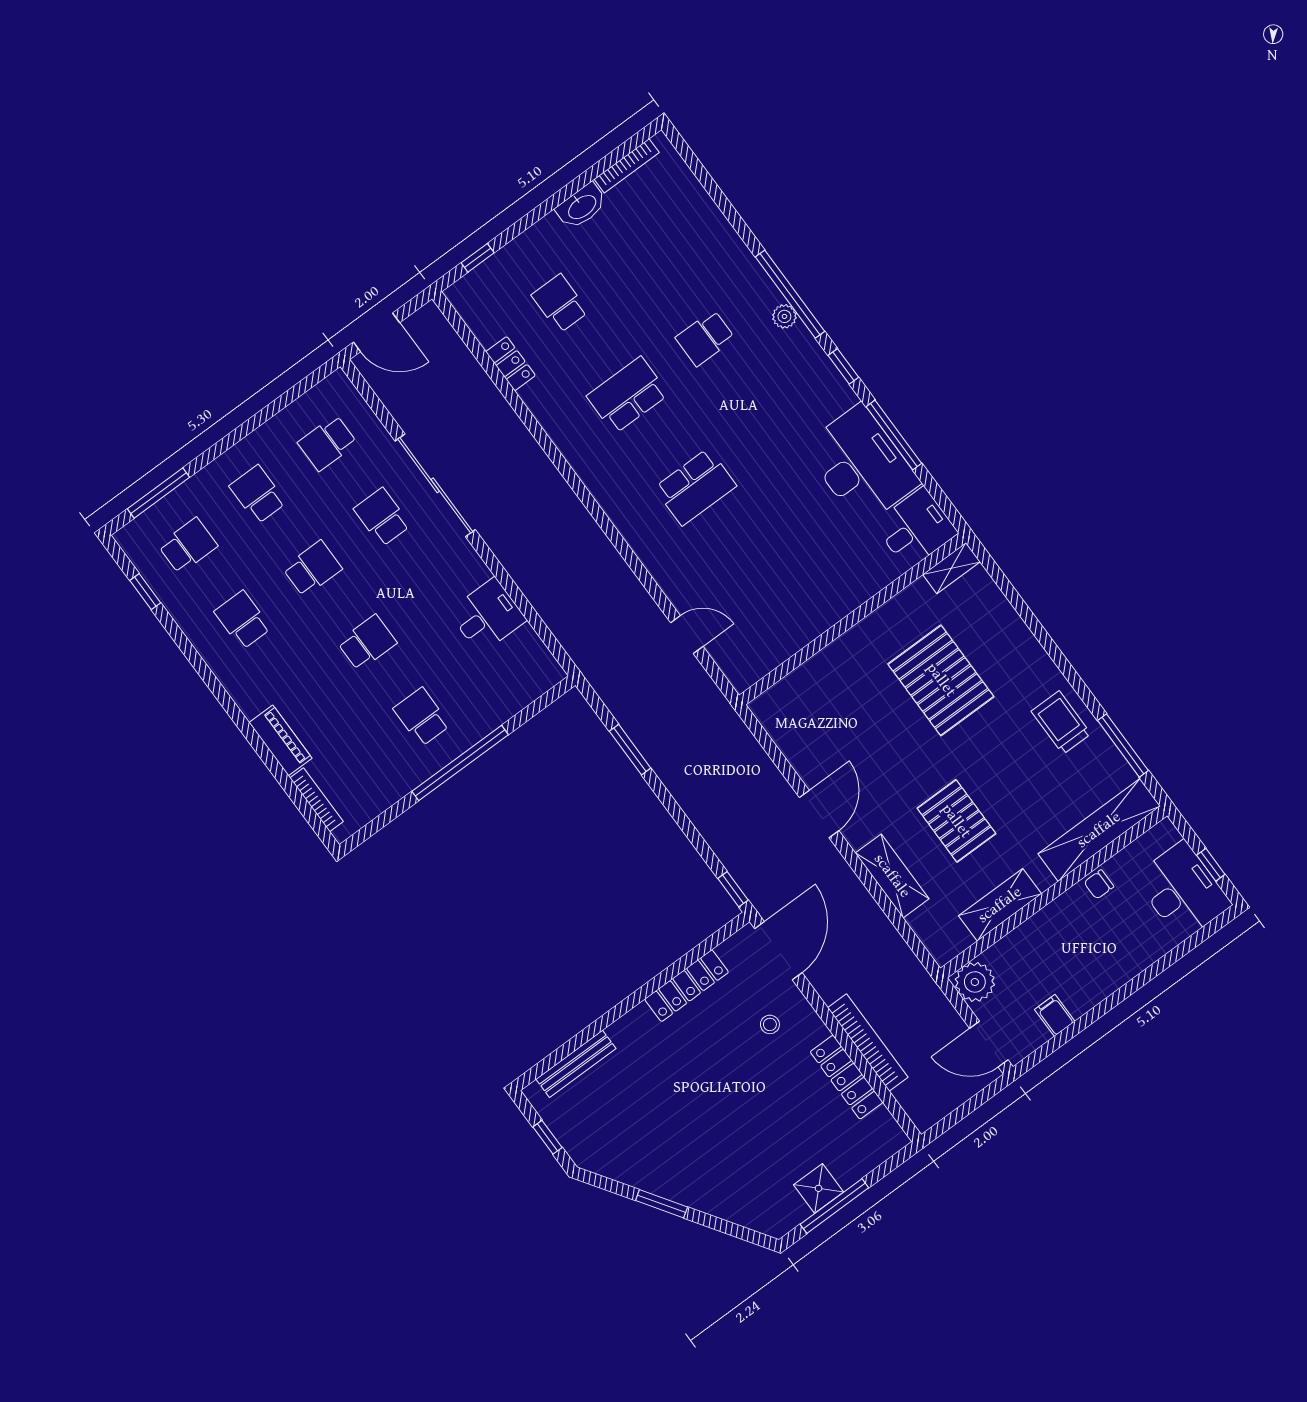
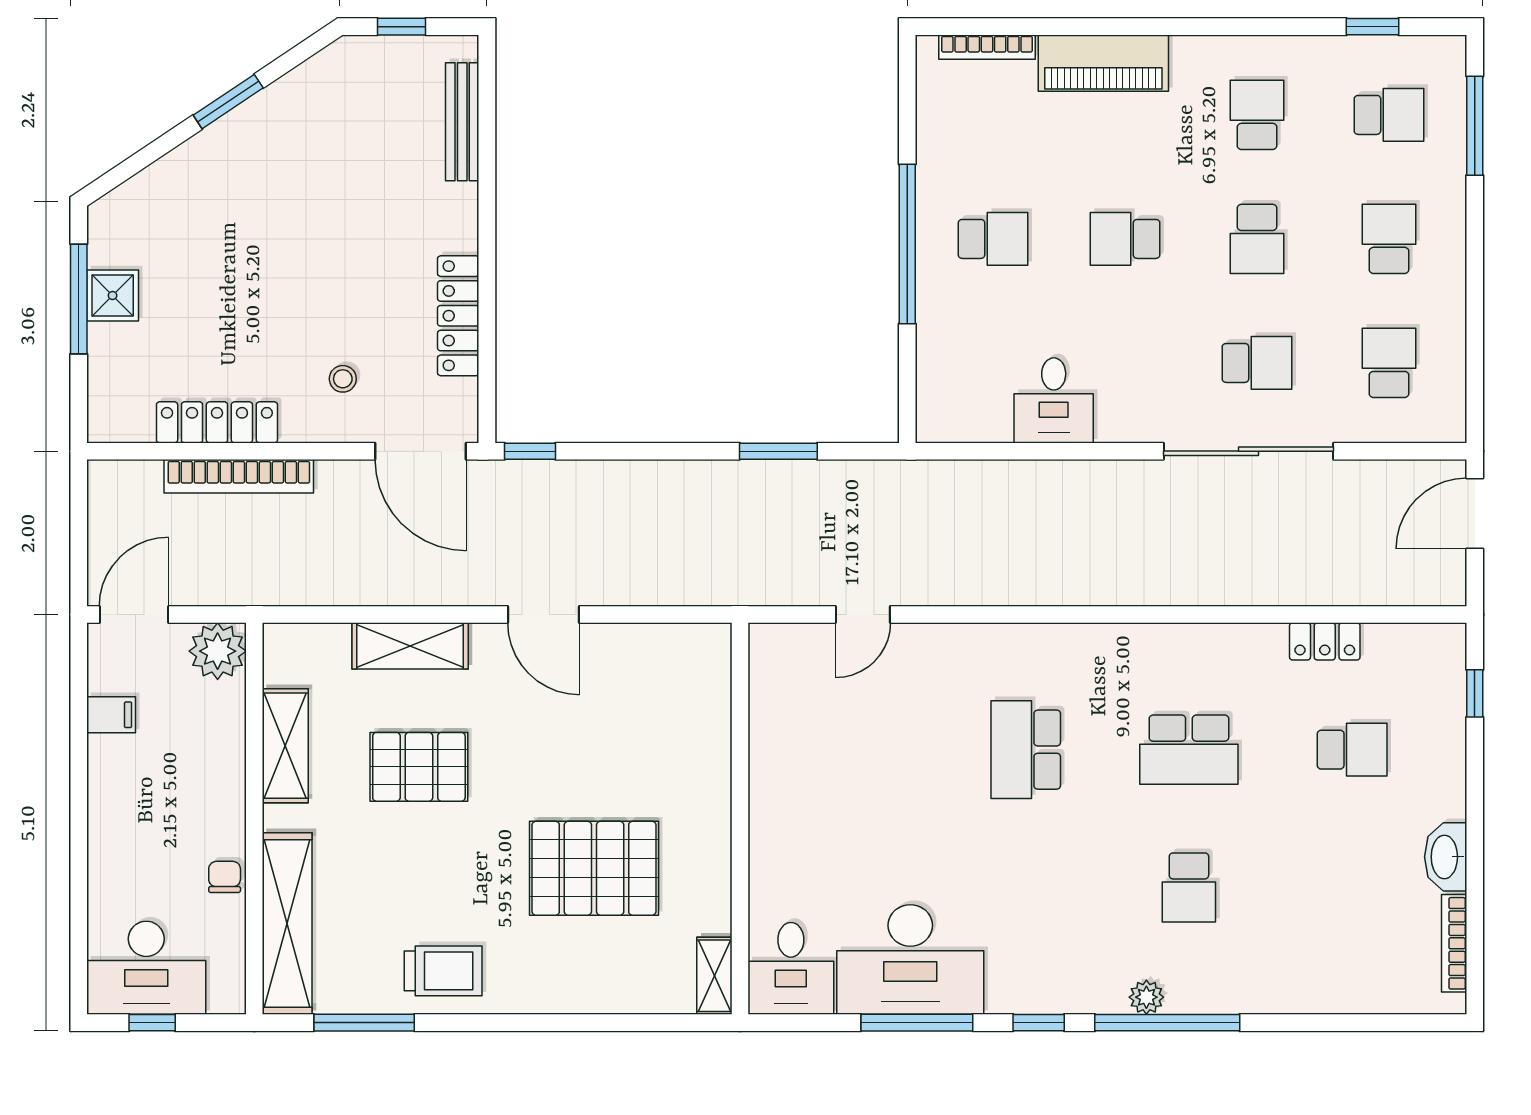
school desk: (705, 338) -> (1189, 887), turned 180
school desk: (628, 395) -> (1189, 750), turned 90
school desk: (258, 494) -> (1389, 239), turned -90
school desk: (188, 546) -> (1389, 115), turned -90
school desk: (243, 620) -> (1257, 115), turned -90
school desk: (367, 643) -> (1125, 239), turned 90
piano: (281, 740) -> (1103, 63), width x1.37, depth x1.33

